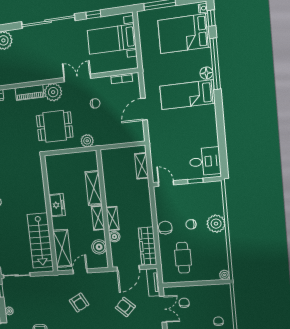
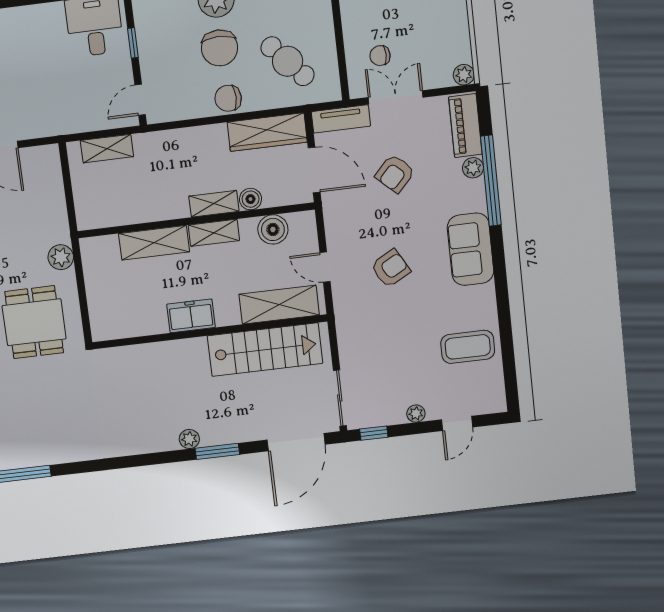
chair: (191, 224) -> (219, 48), width x1.87, depth x1.87
cafe table: (183, 258) -> (288, 61), turned 48

